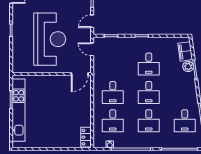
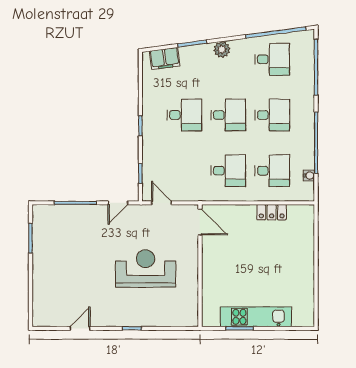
door: (92, 21) -> (118, 203), hinge flipped
reception desk: (50, 39) -> (146, 268), width x0.74, depth x0.77
door: (92, 49) -> (161, 203), swing flipped
plant: (188, 66) -> (222, 50), moved
kitchen unit: (19, 110) -> (256, 317), width x0.73
locker: (86, 137) -> (272, 212), moved

